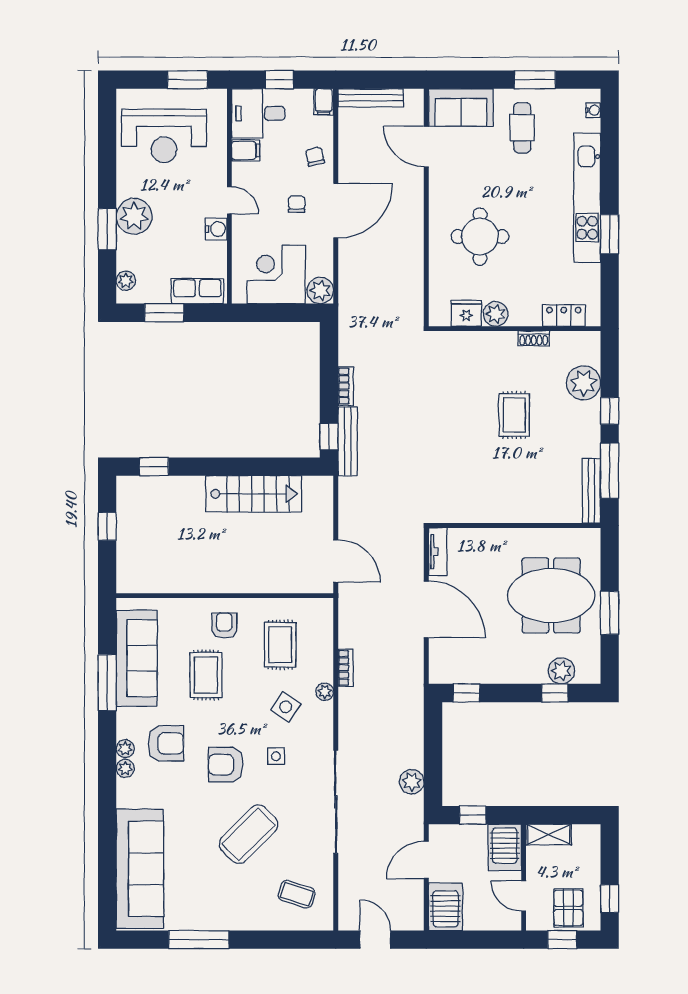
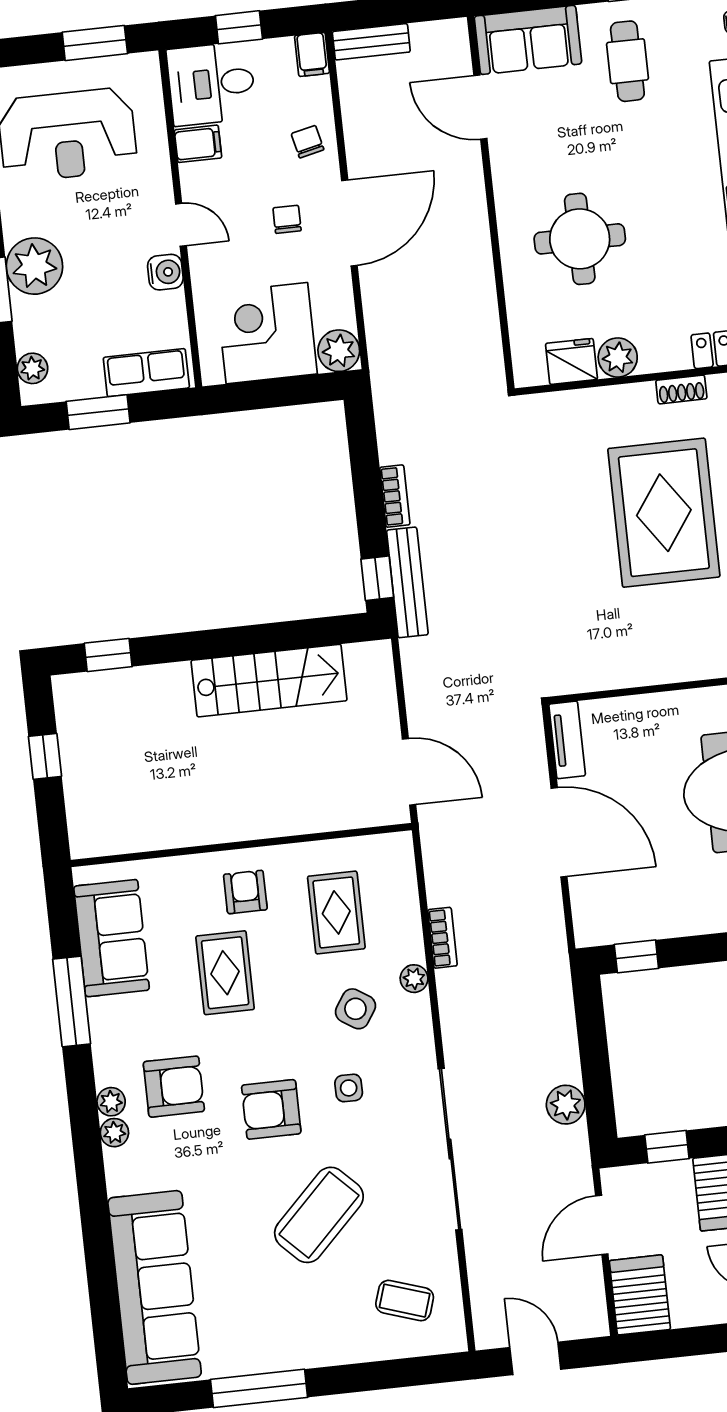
bench: (371, 98) -> (371, 42), width x0.73
rug: (514, 415) -> (664, 513), width x1.86, depth x2.06
sofa: (137, 658) -> (112, 938), width x0.73

